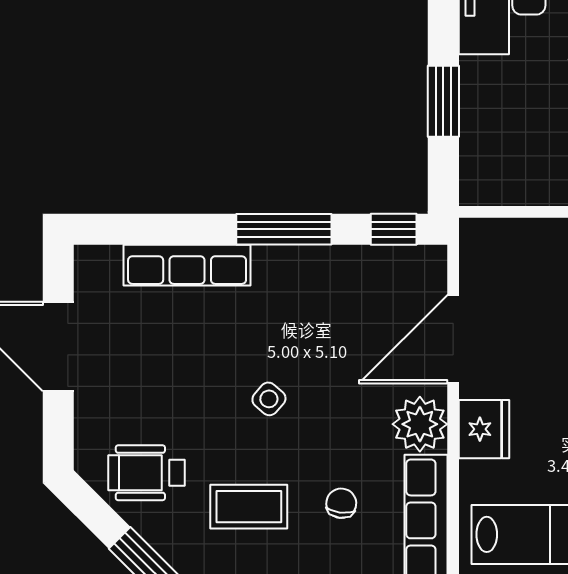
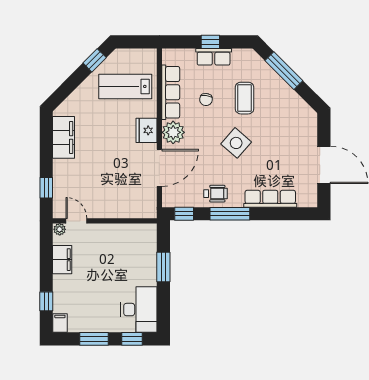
side table: (269, 399) -> (236, 143), width x1.87, depth x1.87
wheelchair: (146, 473) -> (215, 194), moved, width x0.73, depth x0.73
coffee table: (249, 507) -> (244, 98), turned 90

